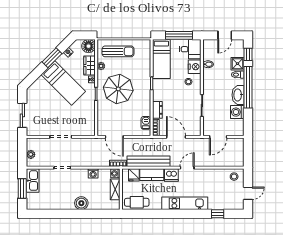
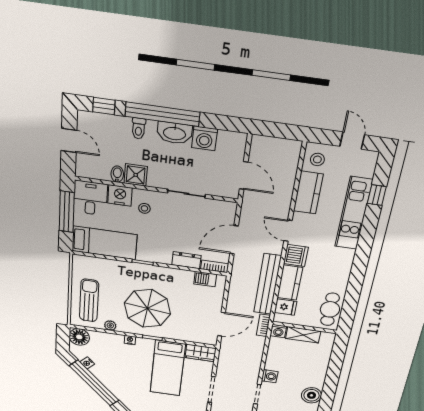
window: (52, 58) -> (94, 383), width x2.11
shower: (238, 64) -> (136, 175), moved
wardrobe: (90, 65) -> (201, 353), moved
bed: (63, 83) -> (168, 368), moved, turned 135
washing machine: (93, 173) -> (270, 376), moved
kitchen counter: (213, 175) -> (308, 193), added
boiler: (81, 203) -> (311, 395), moved
kitchen unit: (185, 203) -> (354, 213), moved

